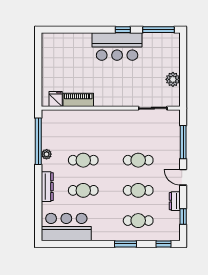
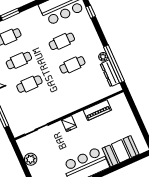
booth: (73, 45) -> (121, 151), added
fridge: (56, 99) -> (69, 124), moved
dresser: (47, 187) -> (110, 73), moved
window: (38, 208) -> (91, 12), added

